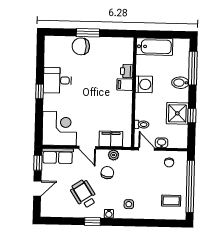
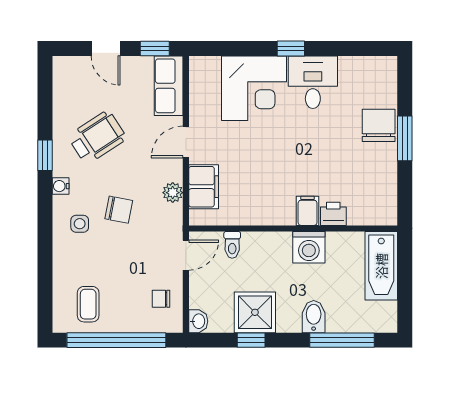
corner desk: (59, 128) -> (254, 88), moved
washbasin: (162, 143) -> (198, 321), moved
chair: (107, 173) -> (119, 210), moved

